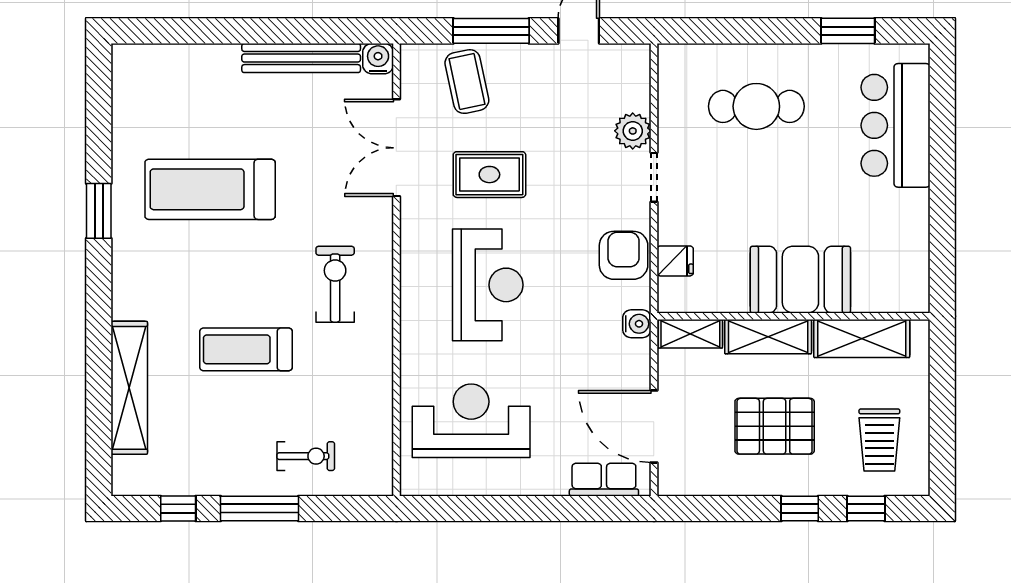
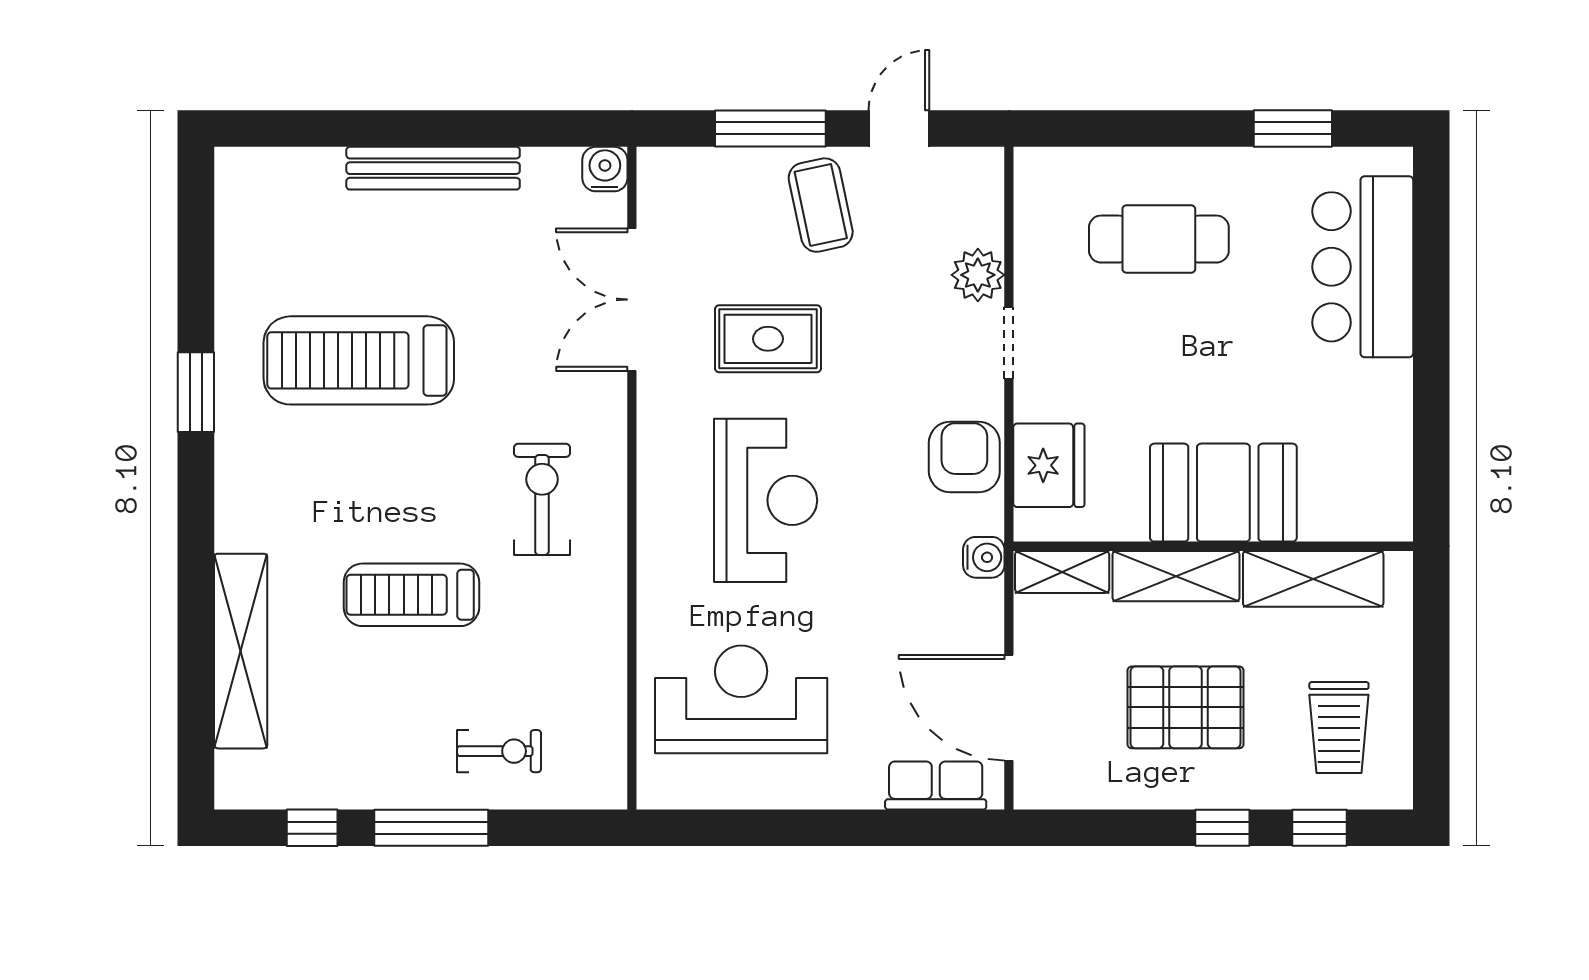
bench: (301, 58) -> (433, 168), moved
coffee table: (467, 82) -> (821, 205), moved
fridge: (675, 261) -> (1049, 465), width x1.88, depth x1.34

